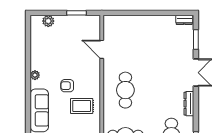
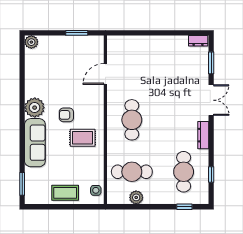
plant: (48, 21) -> (31, 42), moved
door: (102, 49) -> (105, 74), hinge flipped
plant: (35, 75) -> (35, 108), width x1.88, depth x1.88

